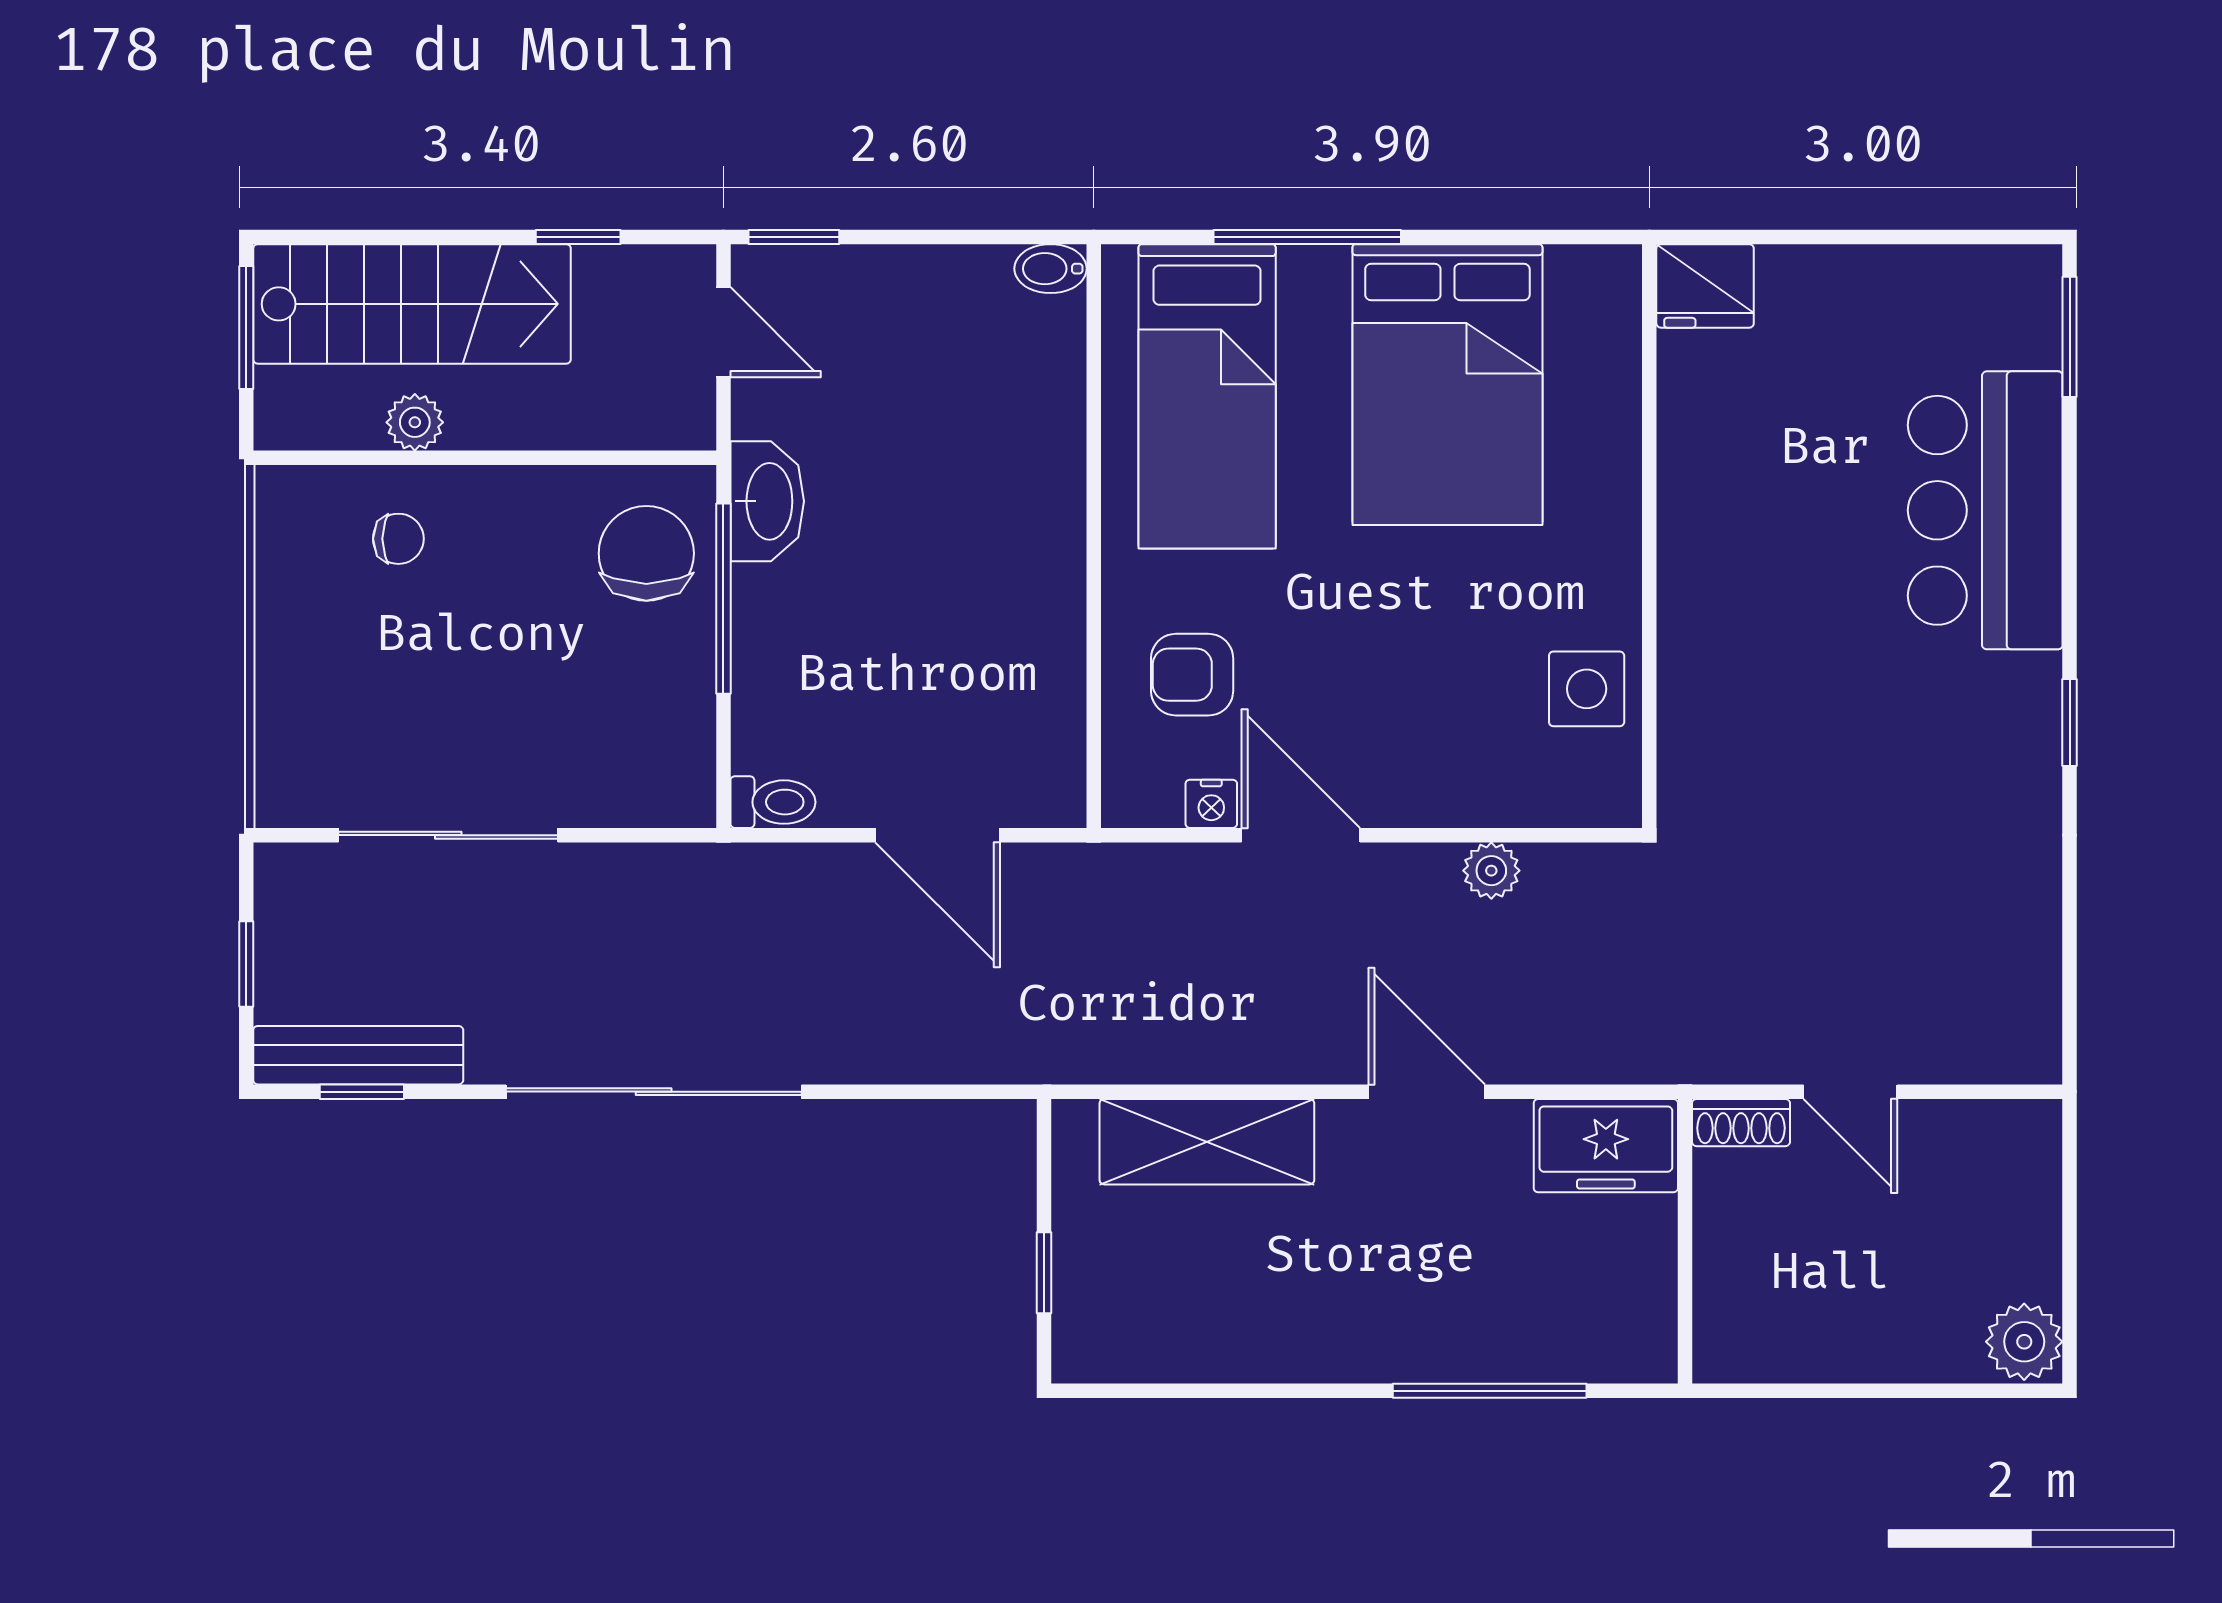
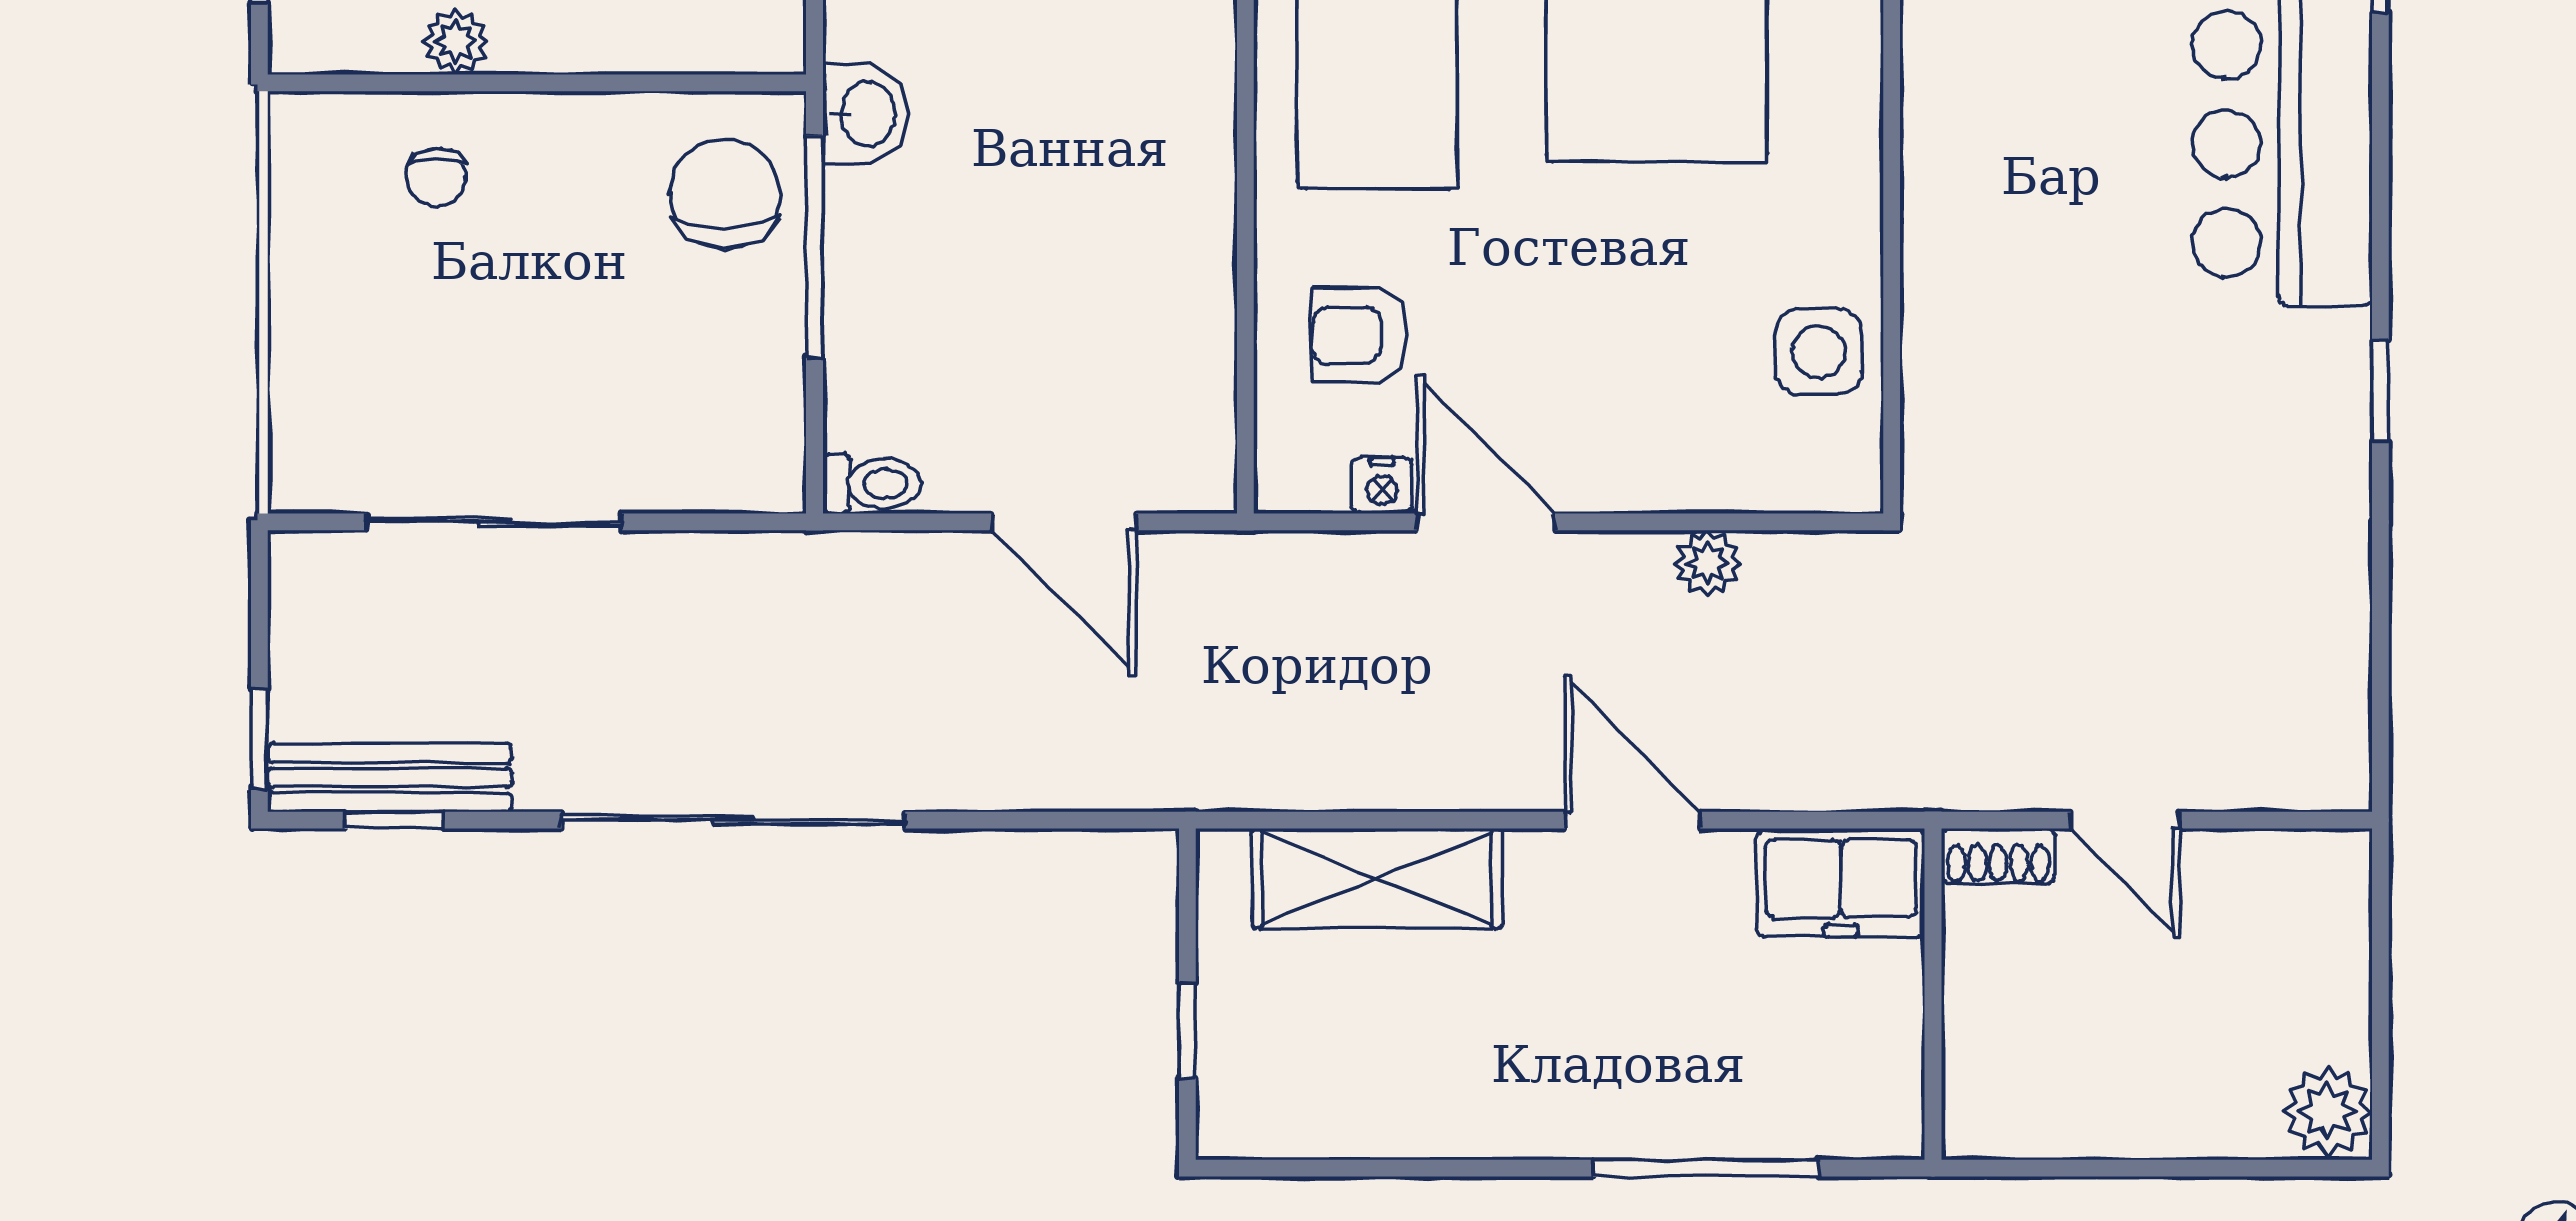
washbasin: (767, 501) -> (866, 114), width x0.72
chair: (398, 539) -> (436, 177), turned 90
window: (246, 964) -> (259, 739), moved

